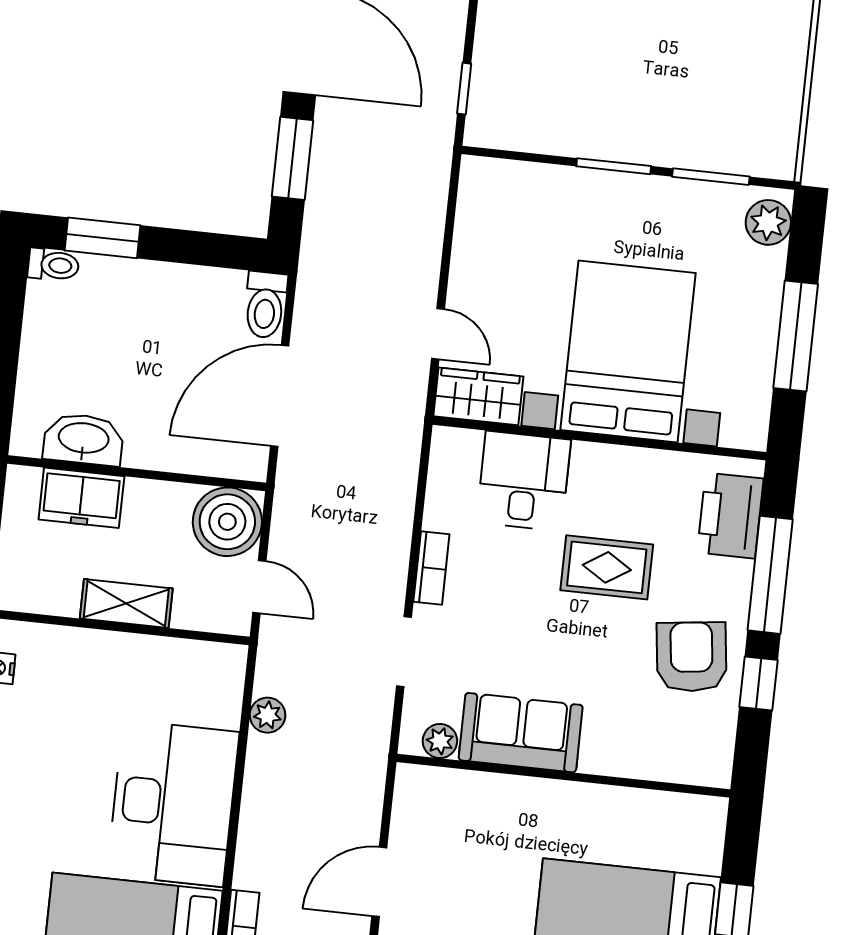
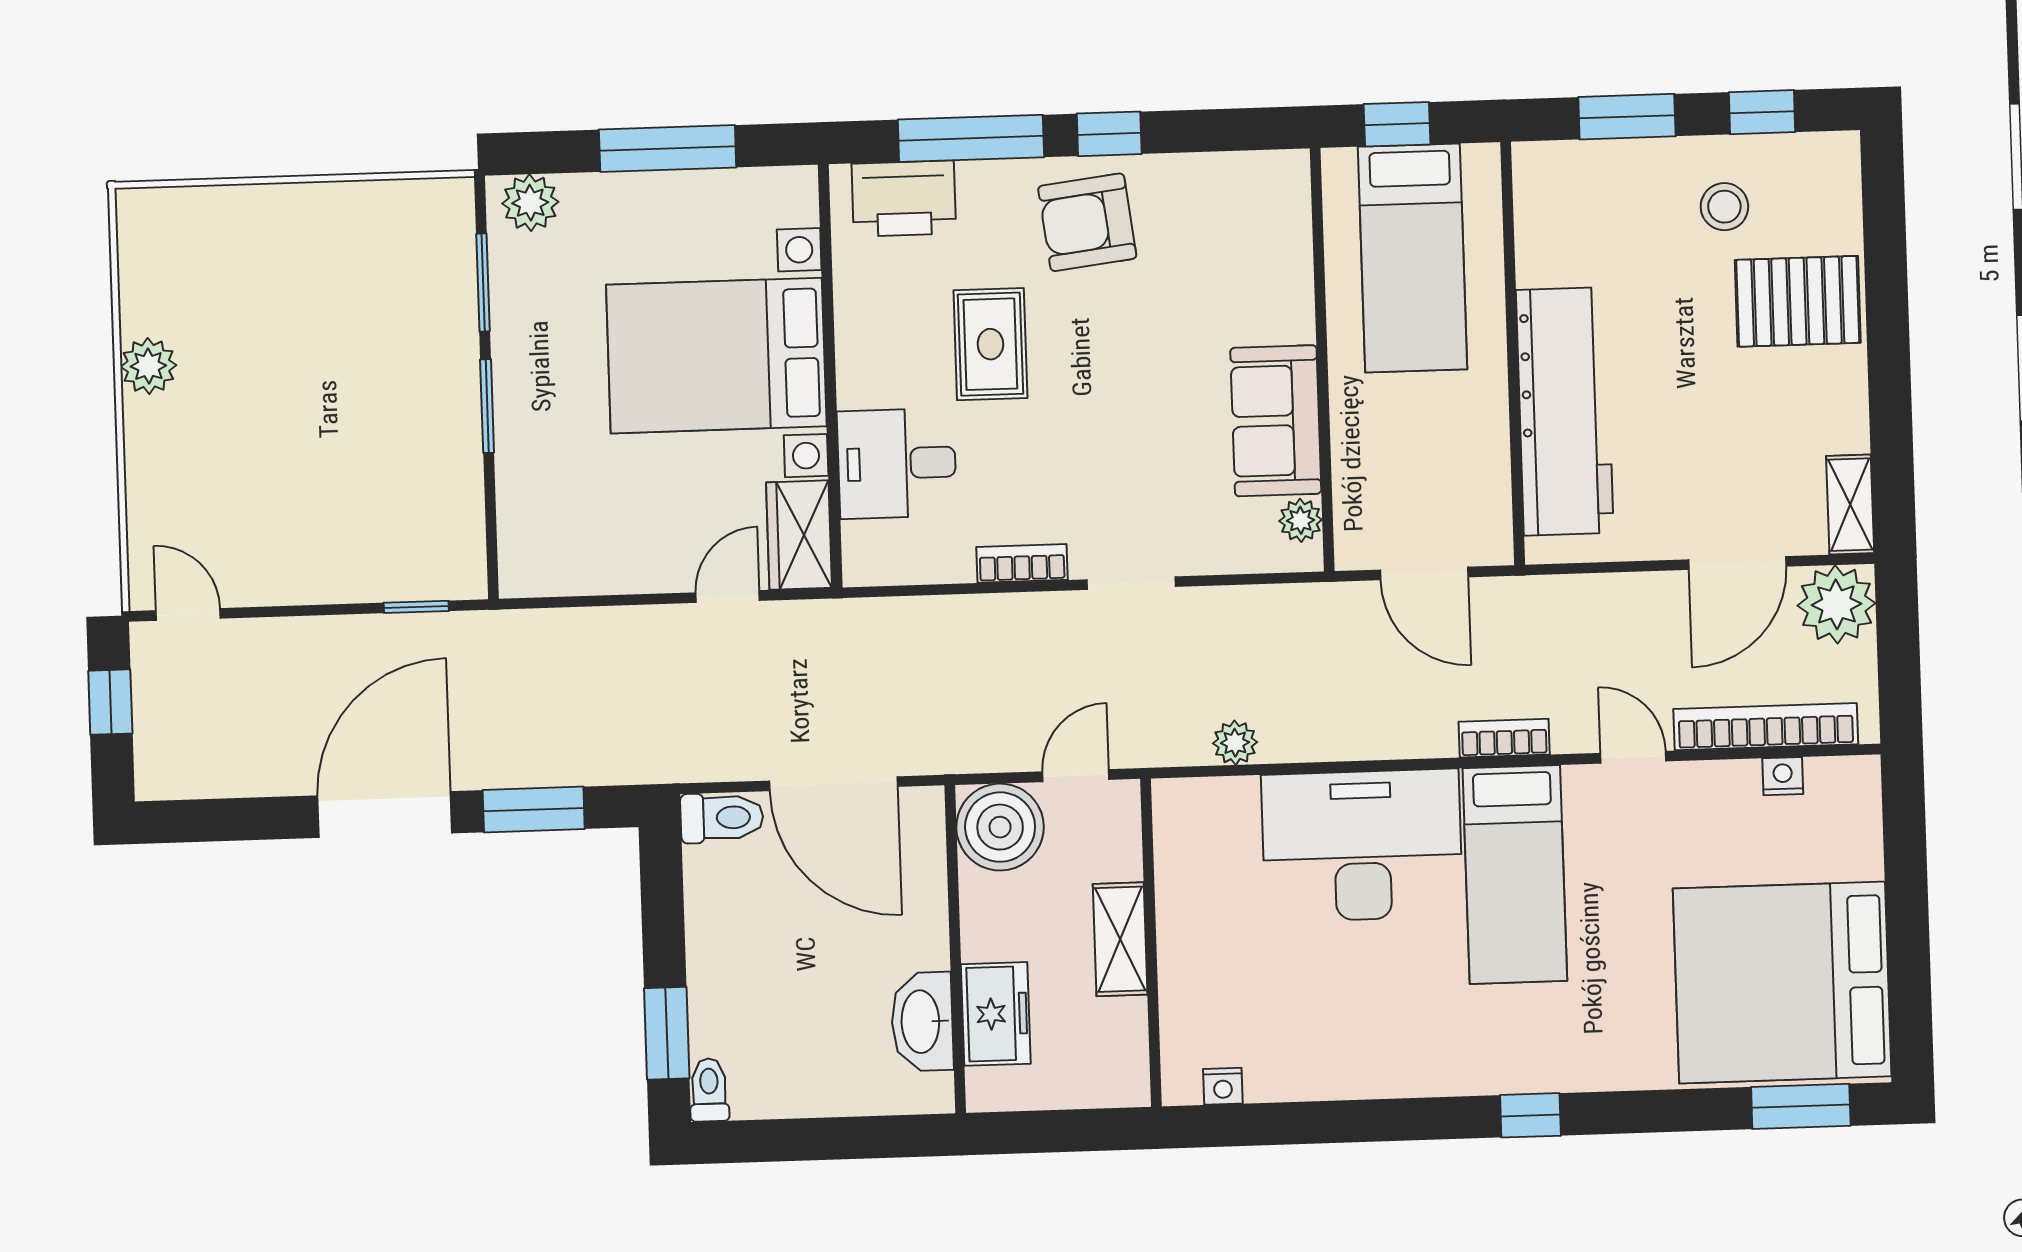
sofa: (521, 733) -> (1276, 421), moved
plant: (440, 741) -> (1301, 520), moved
wall: (563, 776) -> (1322, 360), moved

